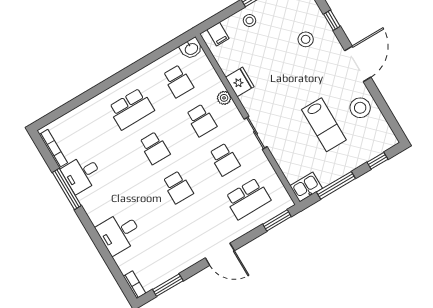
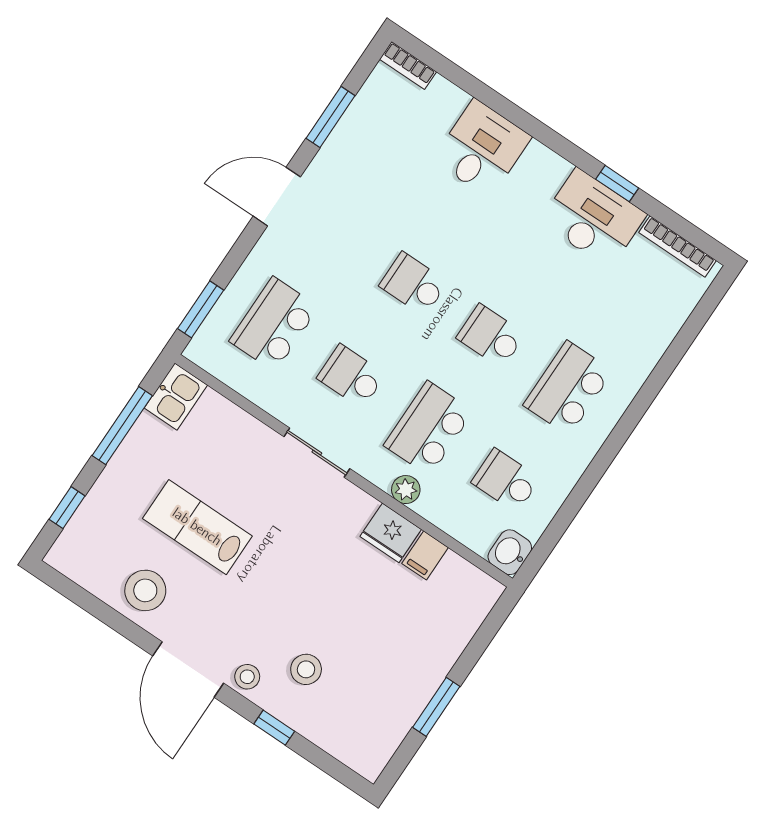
stool: (249, 20) -> (247, 677), moved
filing cabinet: (218, 34) -> (425, 555), moved, turned -90
school desk: (201, 120) -> (429, 428), width x1.85
desk: (82, 174) -> (593, 218), width x1.37
window: (67, 189) -> (617, 184), width x0.46
window: (168, 285) -> (330, 117), moved

